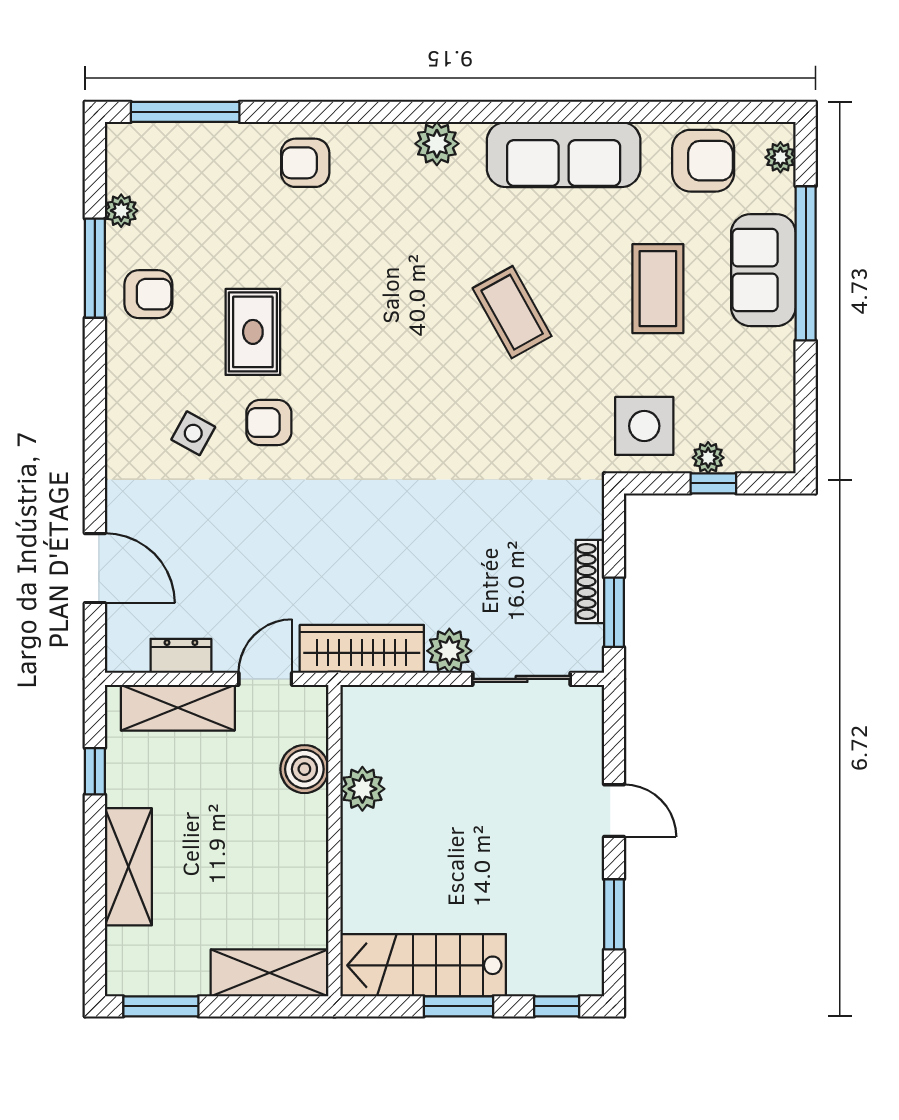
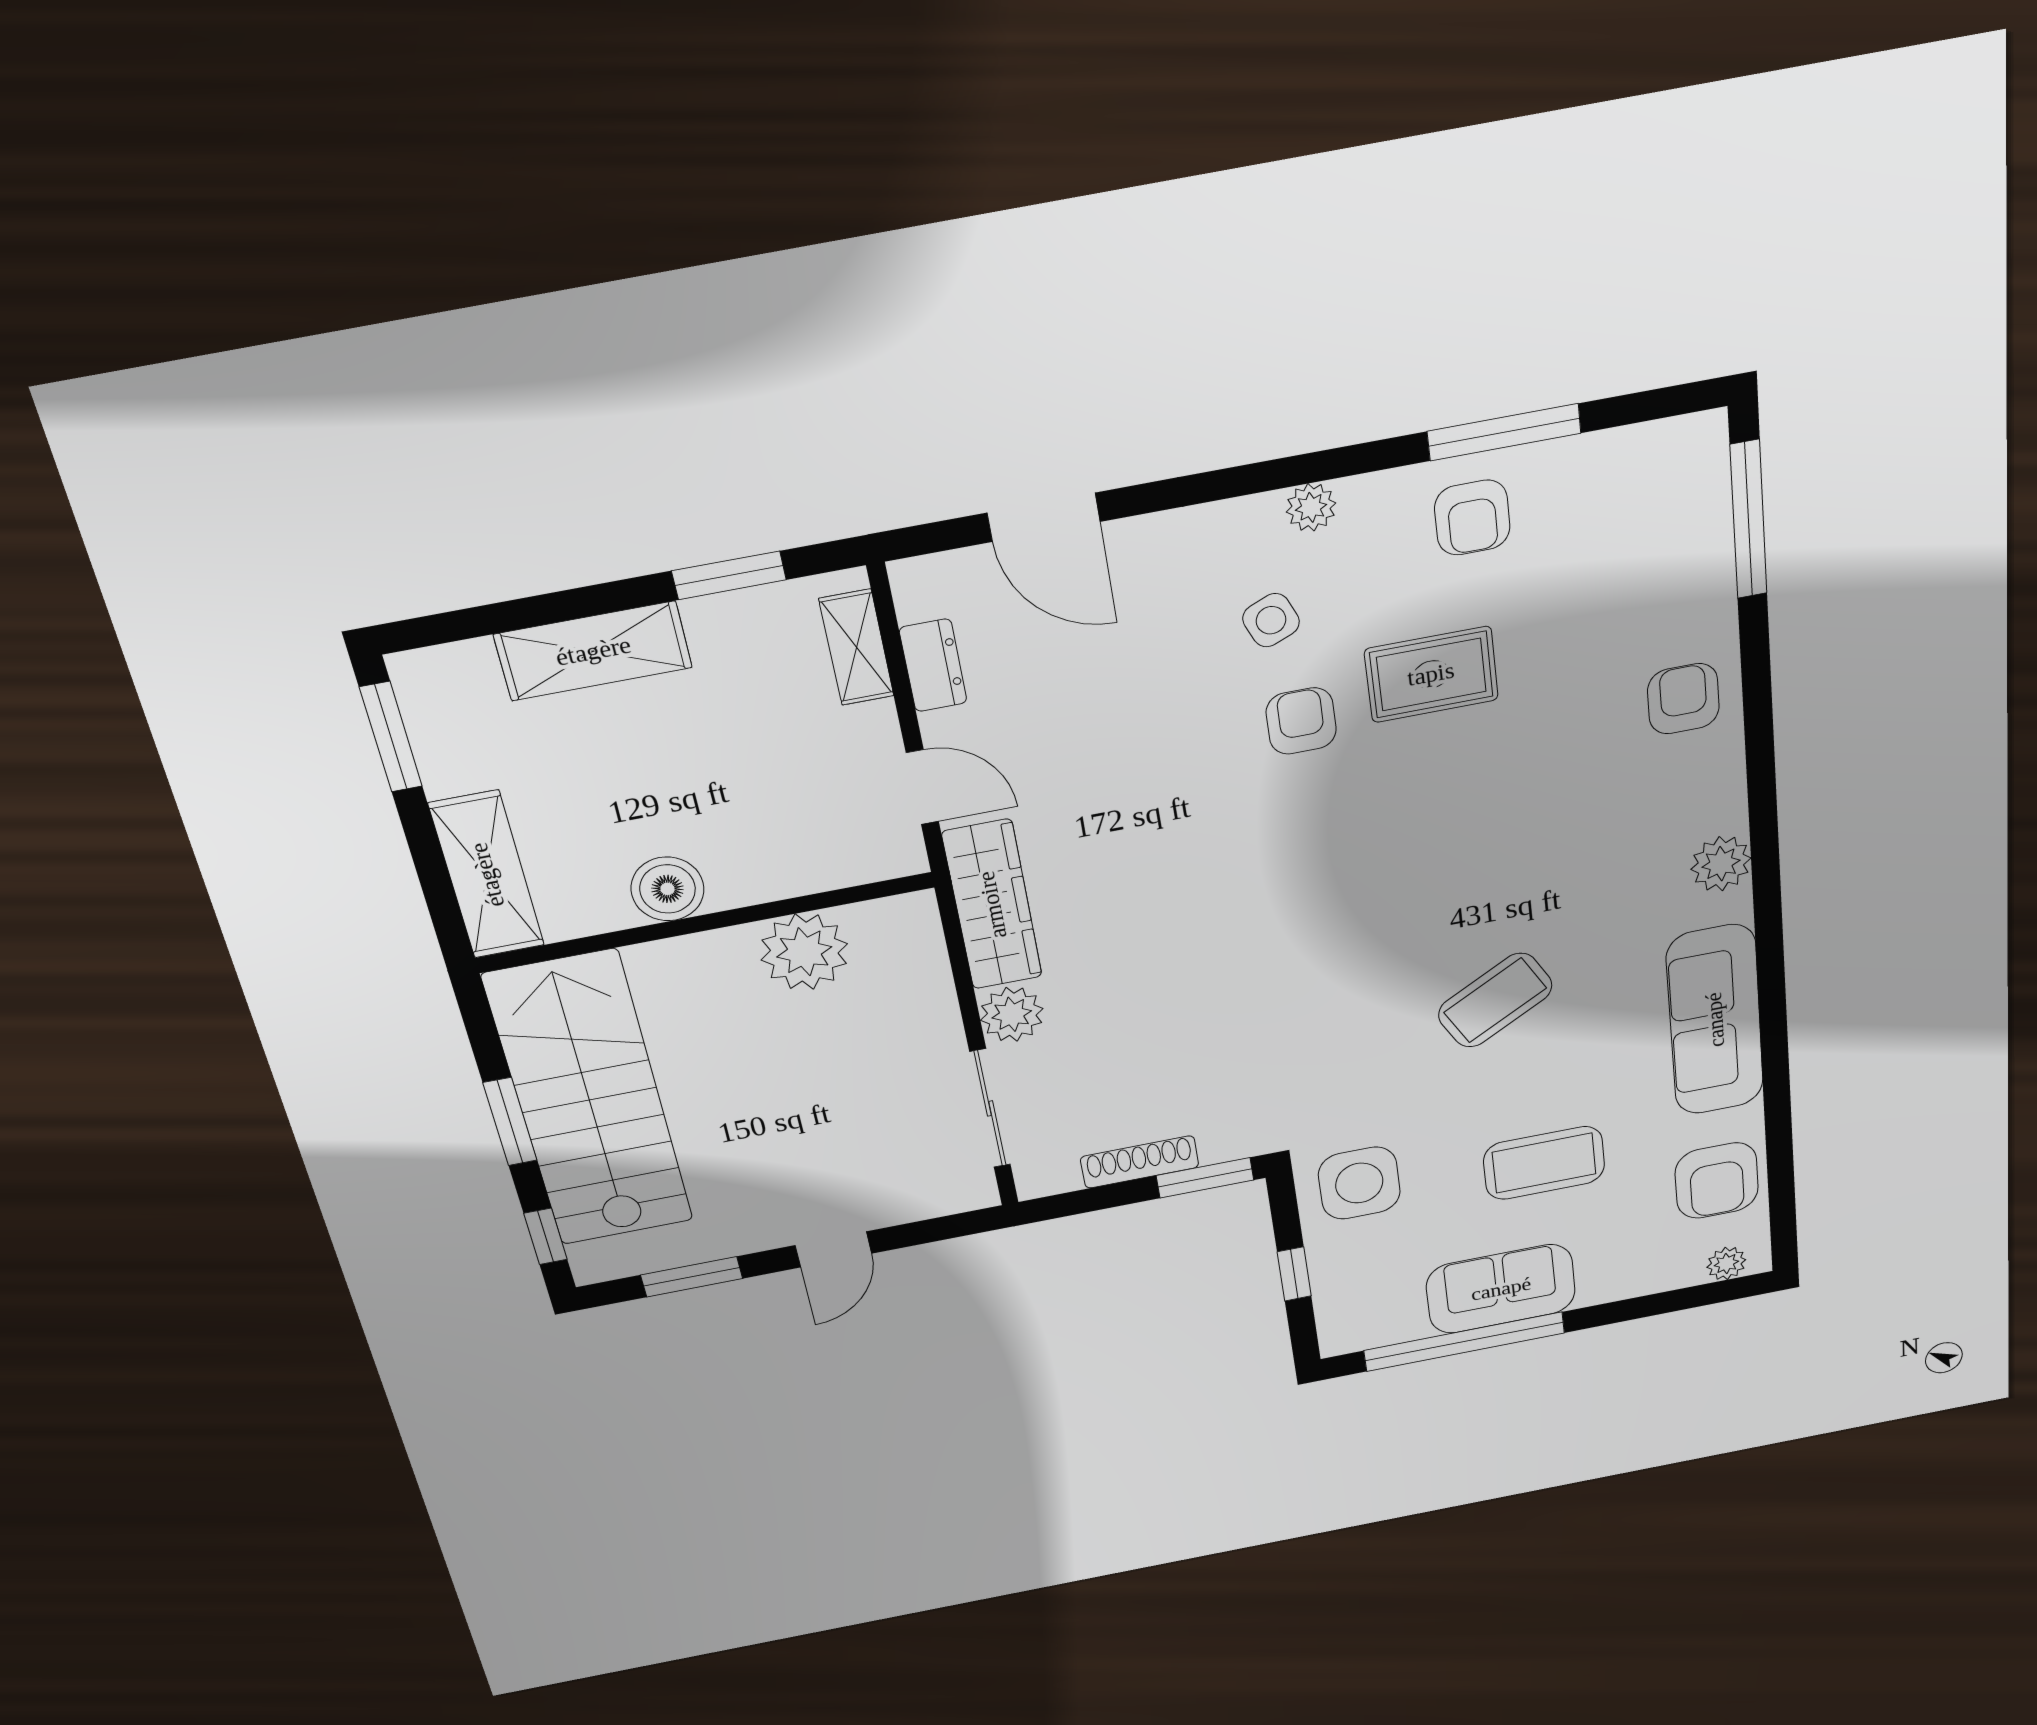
plant: (121, 211) -> (1311, 507), moved
window: (806, 263) -> (1464, 1342), moved
sofa: (763, 270) -> (1501, 1289), moved
side table: (193, 433) -> (1271, 620), turned 38
plant: (708, 458) -> (1327, 1262), removed
door: (95, 568) -> (1044, 517), hinge flipped
window: (614, 612) -> (1205, 1178), moved
shelving: (178, 708) -> (856, 647), width x0.67, depth x0.75
boiler: (304, 769) -> (667, 889), moved
window: (95, 771) -> (729, 575), width x1.50
plant: (362, 789) -> (804, 952), width x1.36, depth x1.36
stairs: (423, 965) -> (589, 1100), width x1.36, depth x1.51

